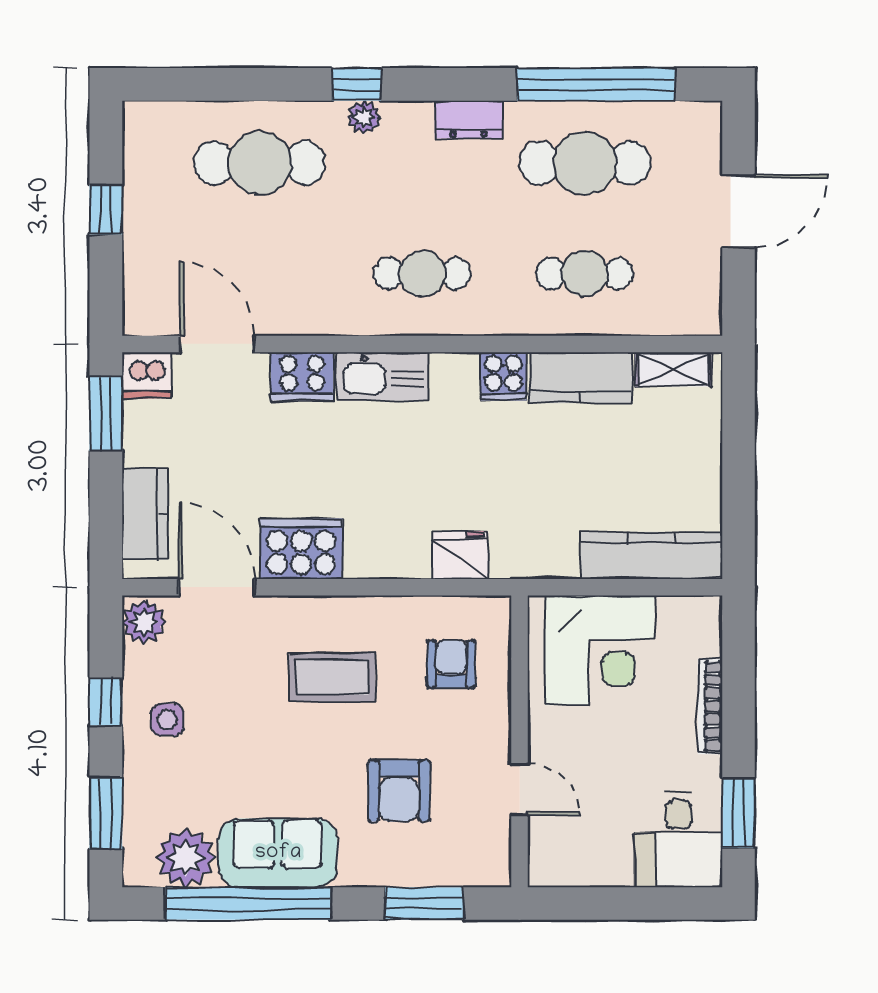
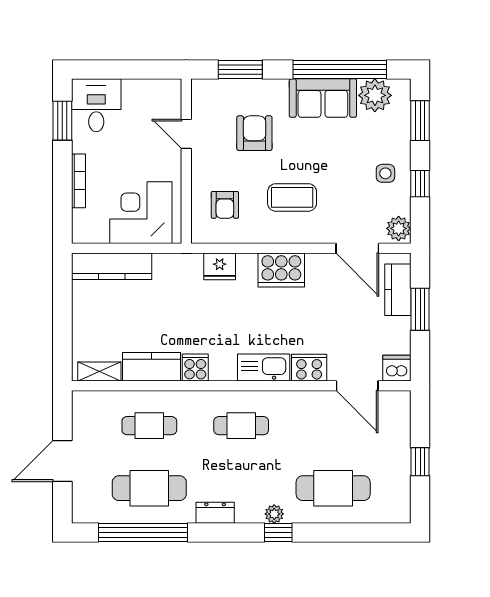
window: (106, 414) -> (420, 309), moved
cooker: (301, 549) -> (281, 270), moved

